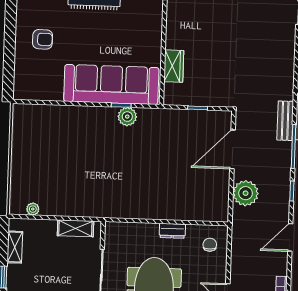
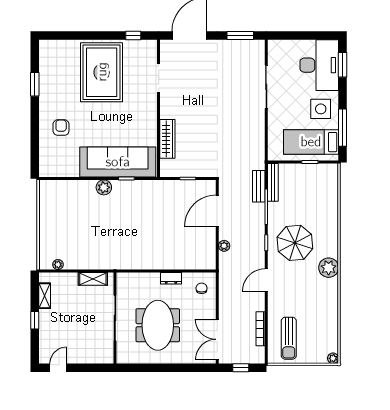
armchair: (43, 39) -> (61, 128), turned -91
wardrobe: (174, 66) -> (167, 139), width x1.50
plant: (127, 117) -> (104, 187), moved
plant: (246, 193) -> (224, 246), width x0.53, depth x0.53

